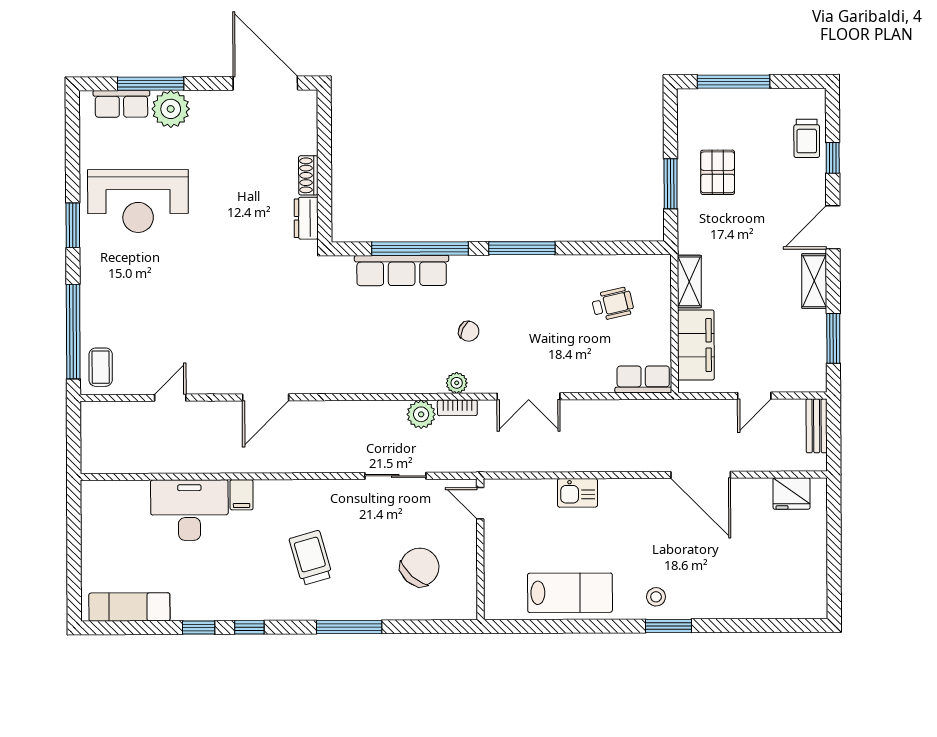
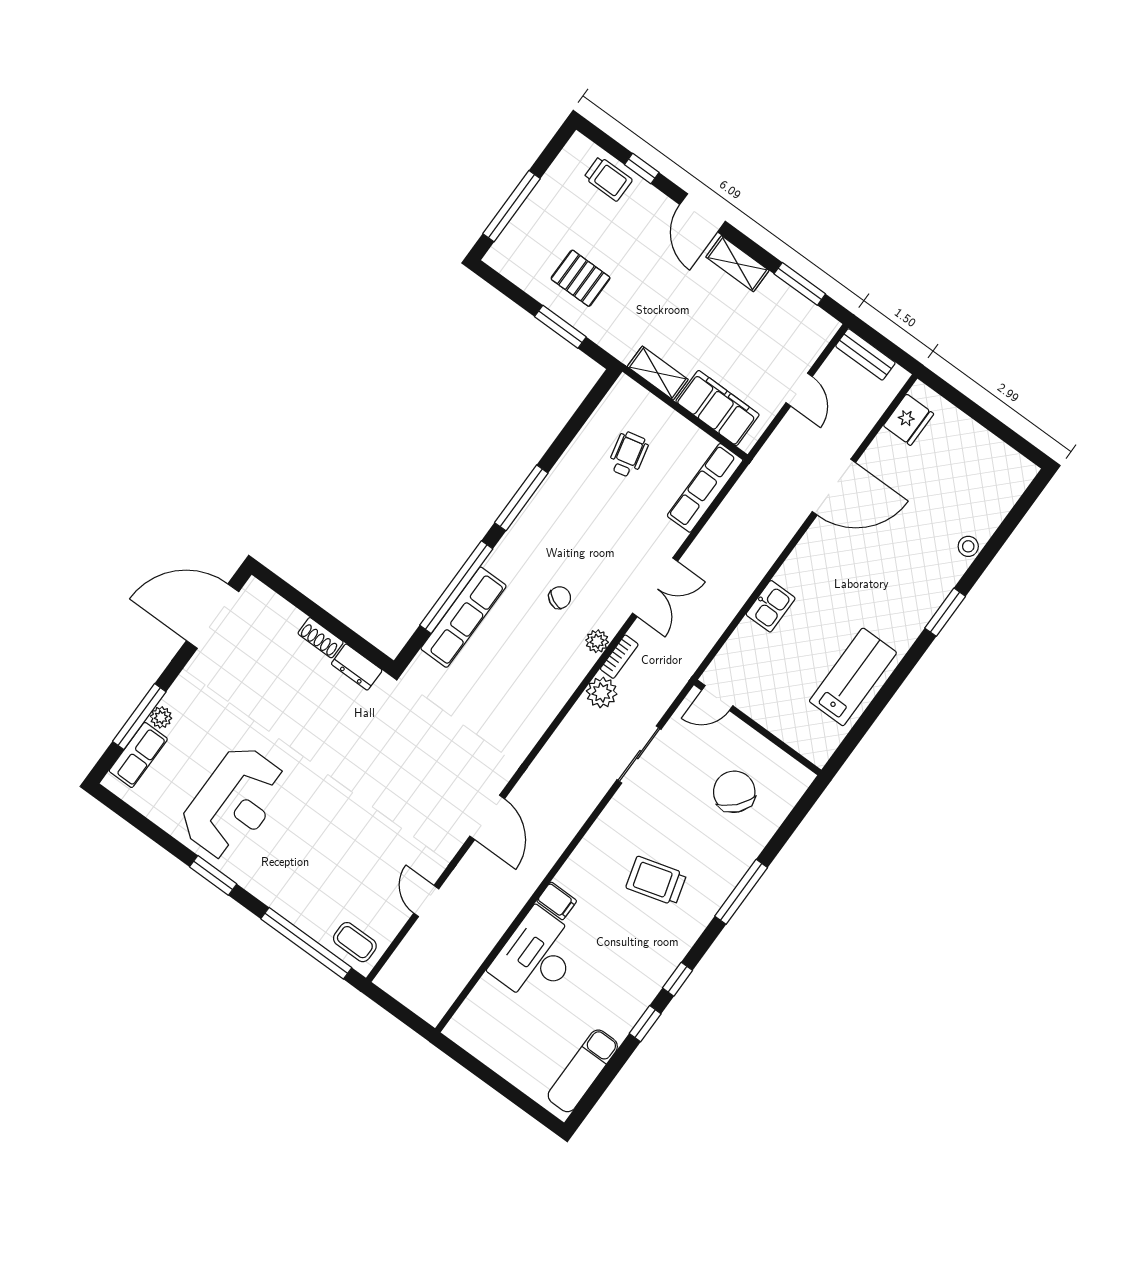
plant: (171, 109) -> (161, 717), width x0.53, depth x0.53
row of seats: (643, 379) -> (705, 488), width x1.48
stool: (656, 597) -> (968, 546), moved

